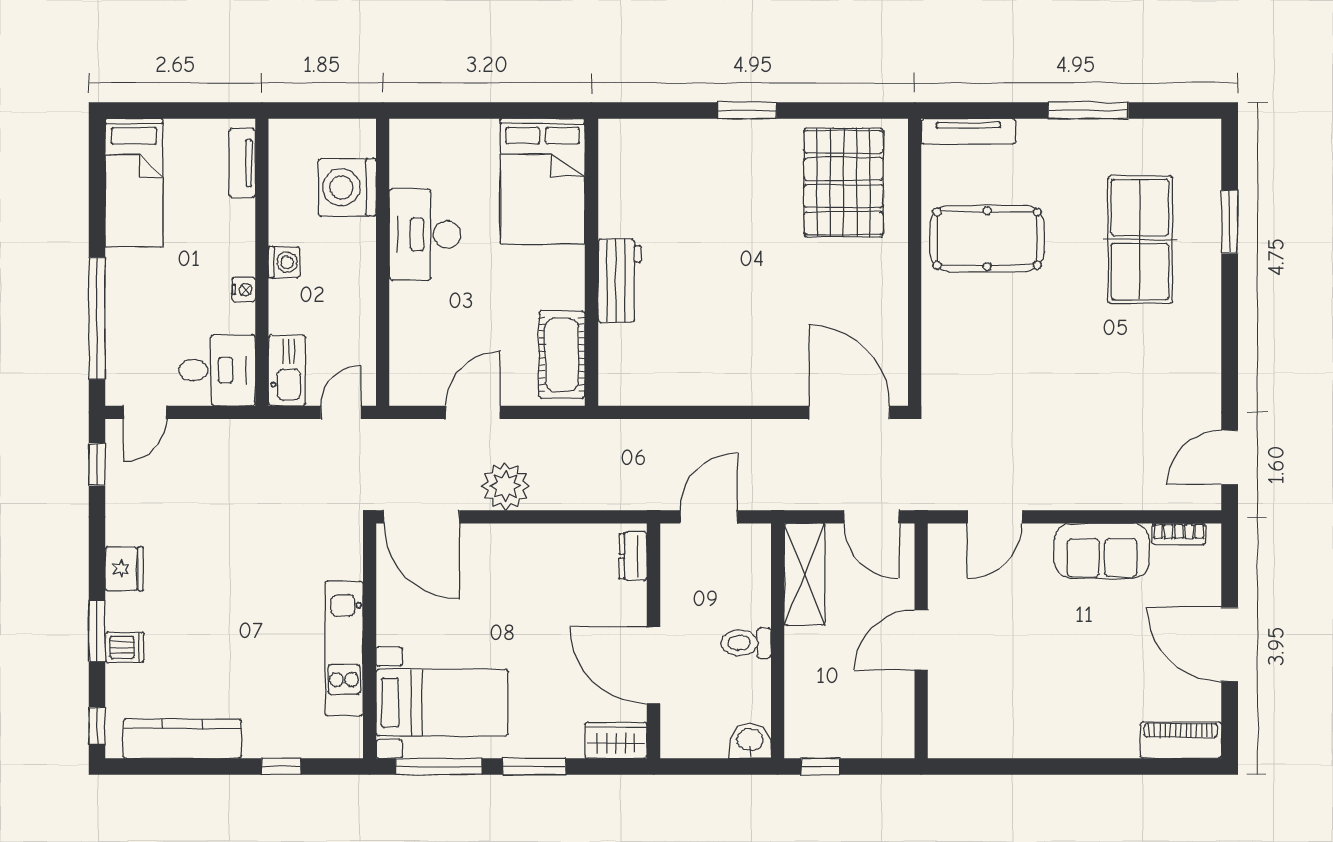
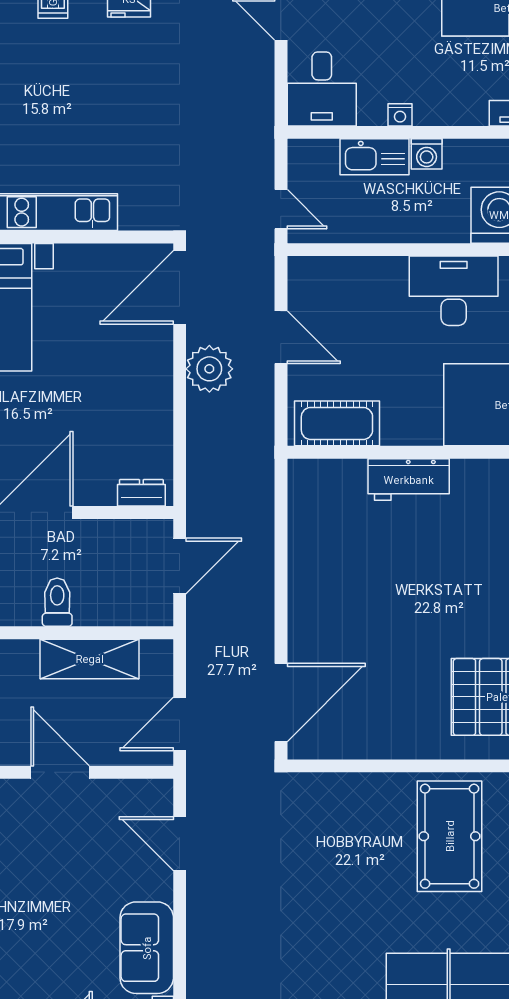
kitchen sink: (287, 370) -> (375, 157), moved
door: (709, 517) -> (180, 566), hinge flipped
shelving: (804, 574) -> (90, 659), moved

